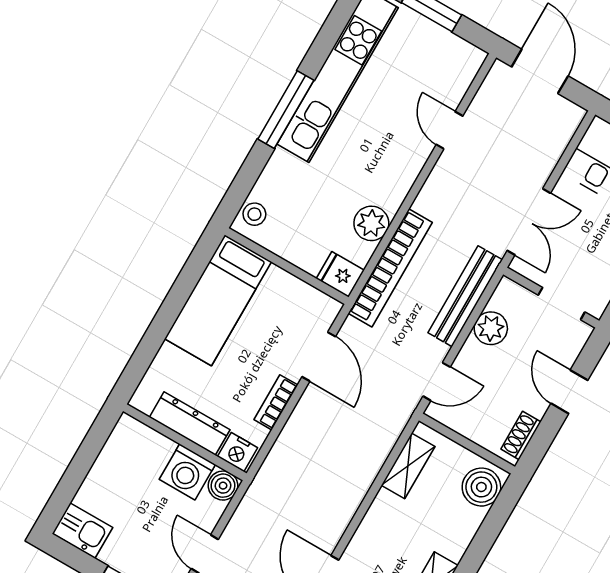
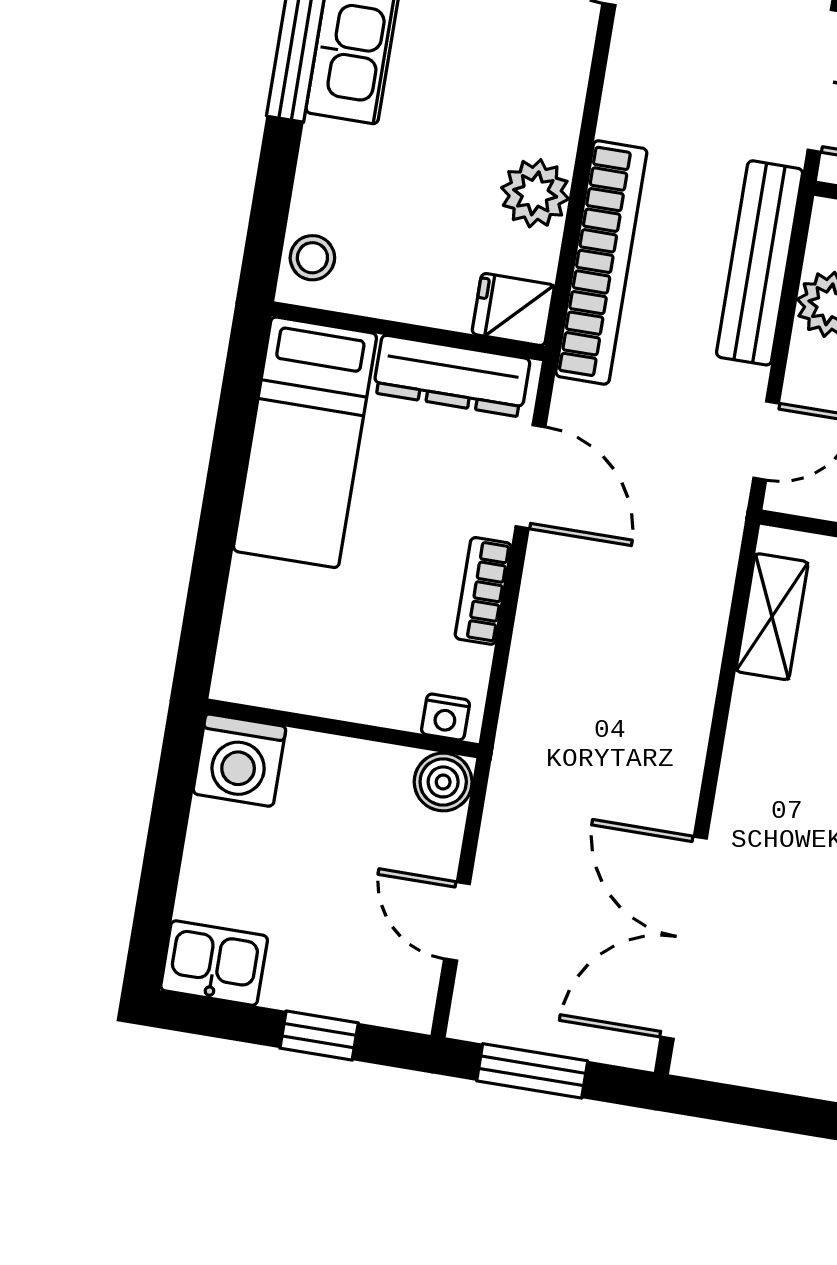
dresser: (190, 423) -> (452, 376), moved, turned 180
nightstand: (237, 452) -> (445, 717), width x0.72, depth x0.74
washing machine: (187, 472) -> (239, 760), moved

